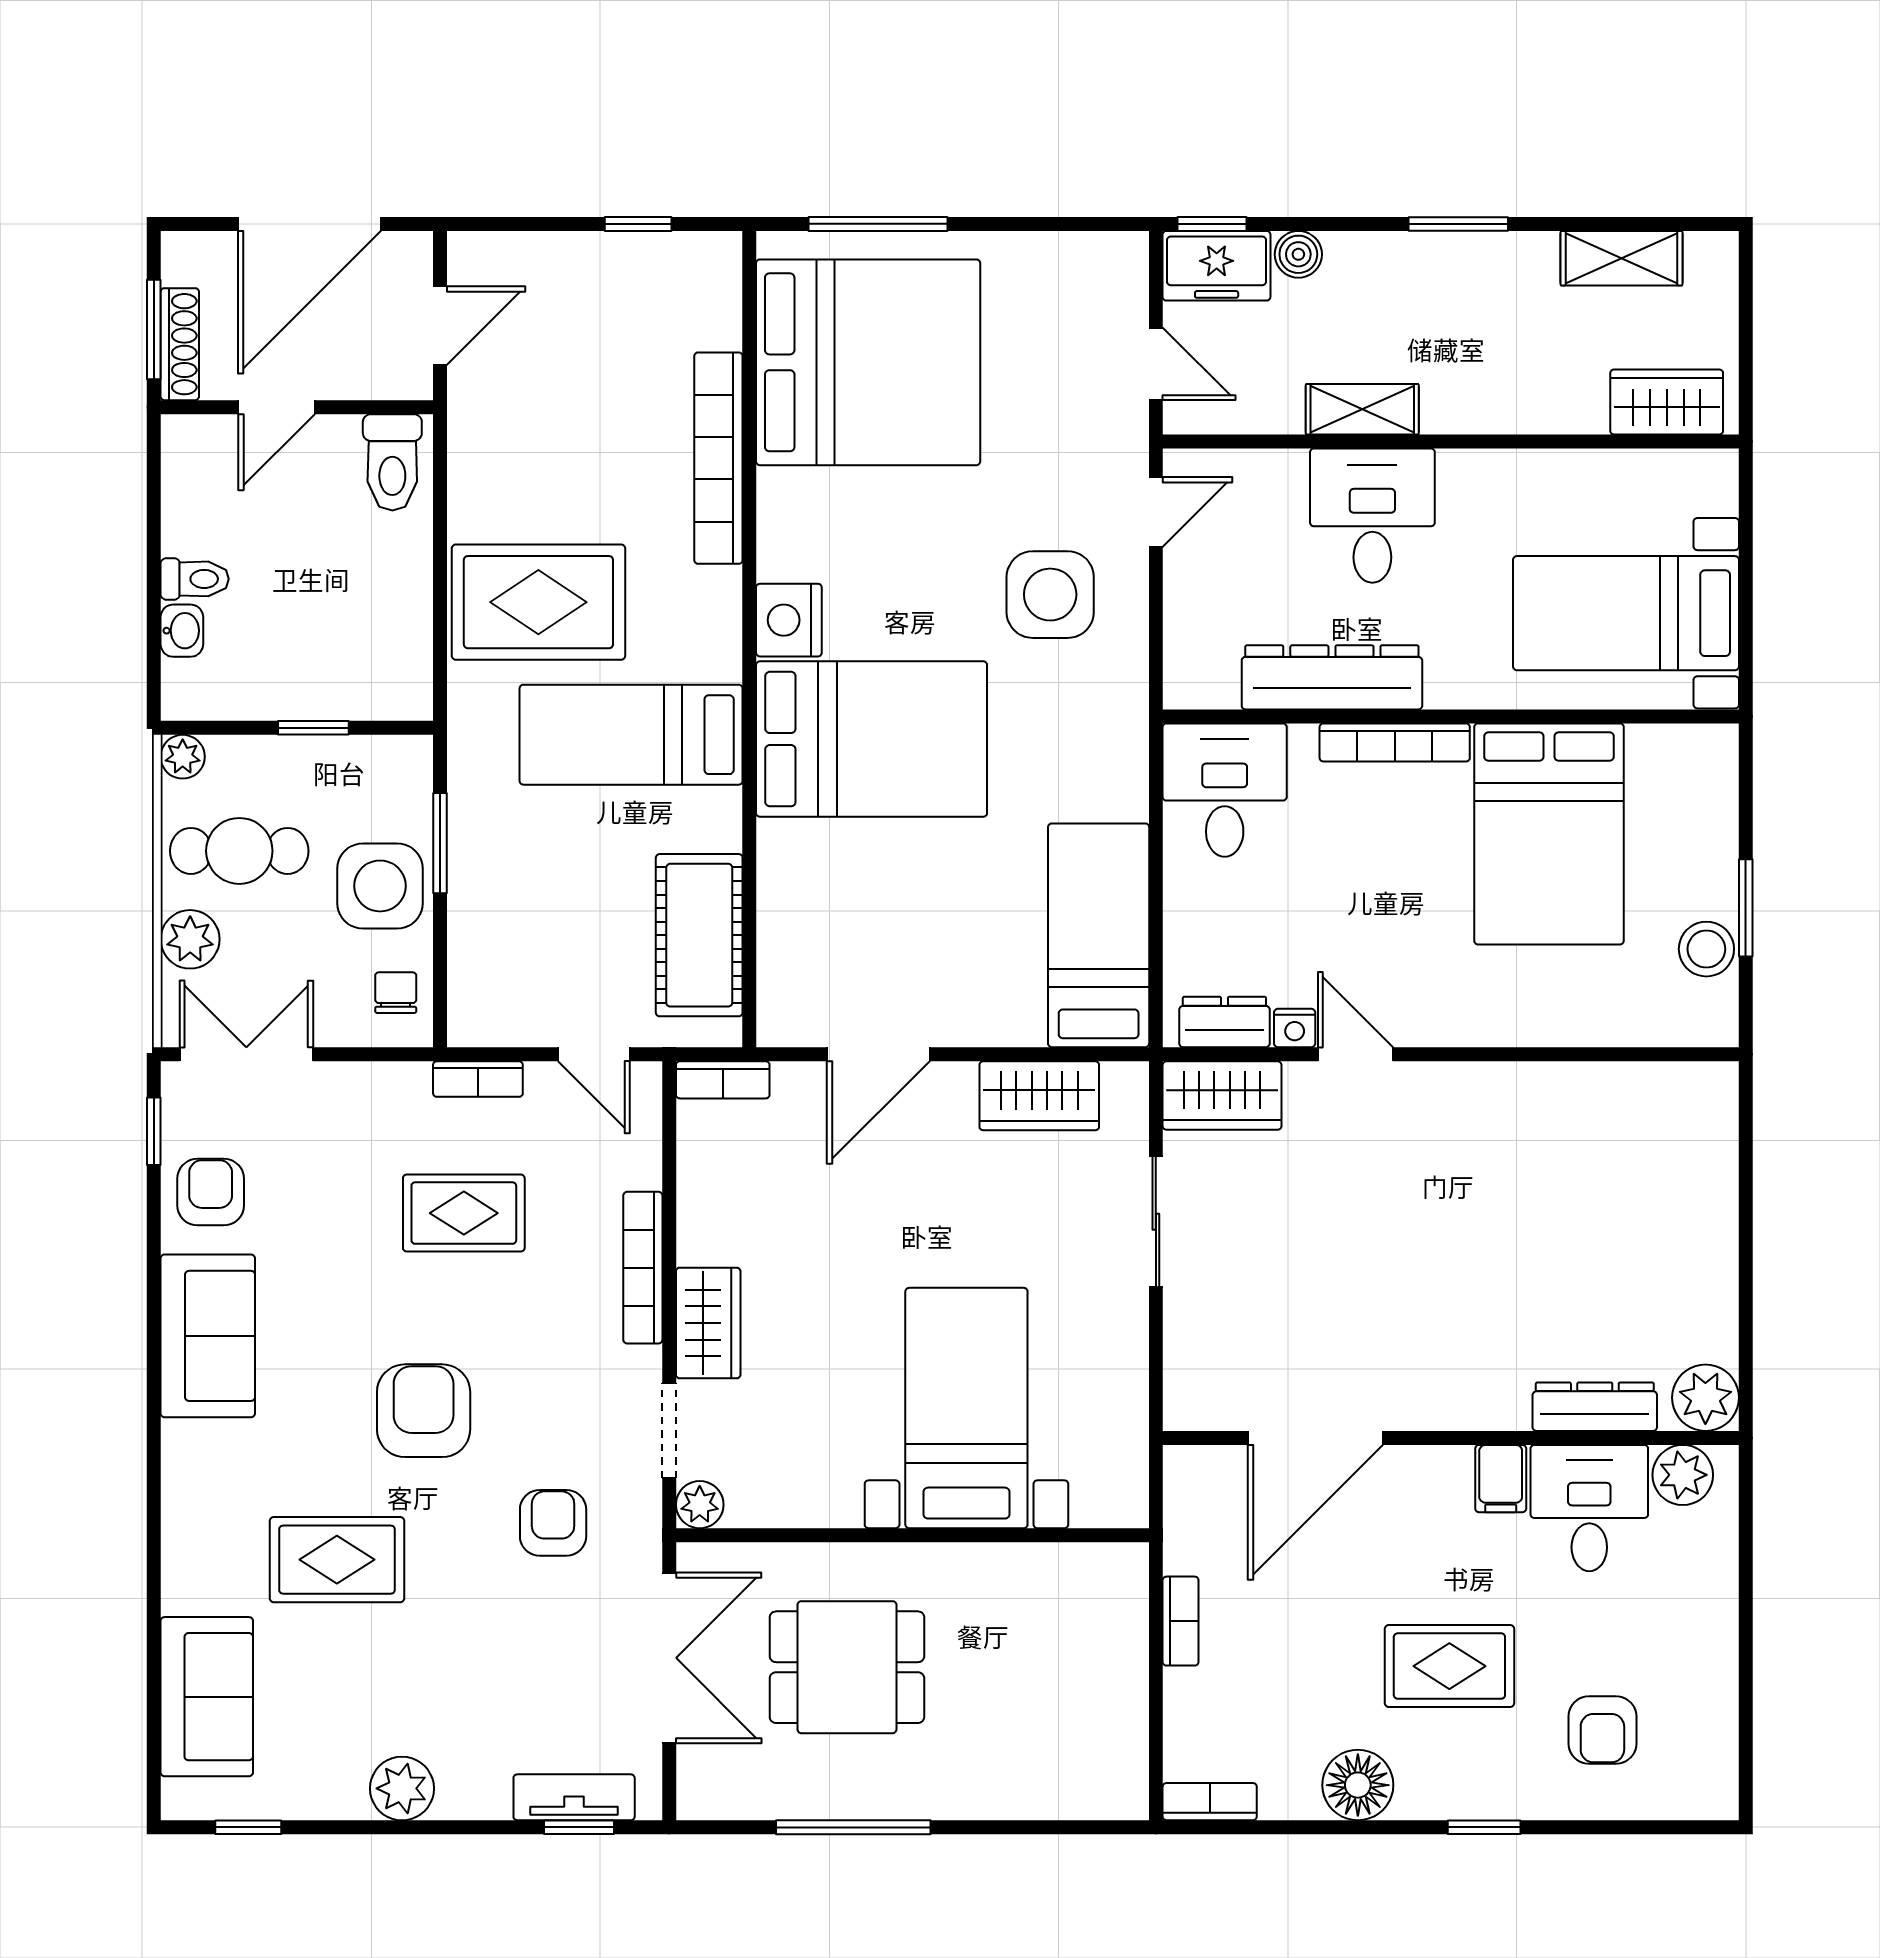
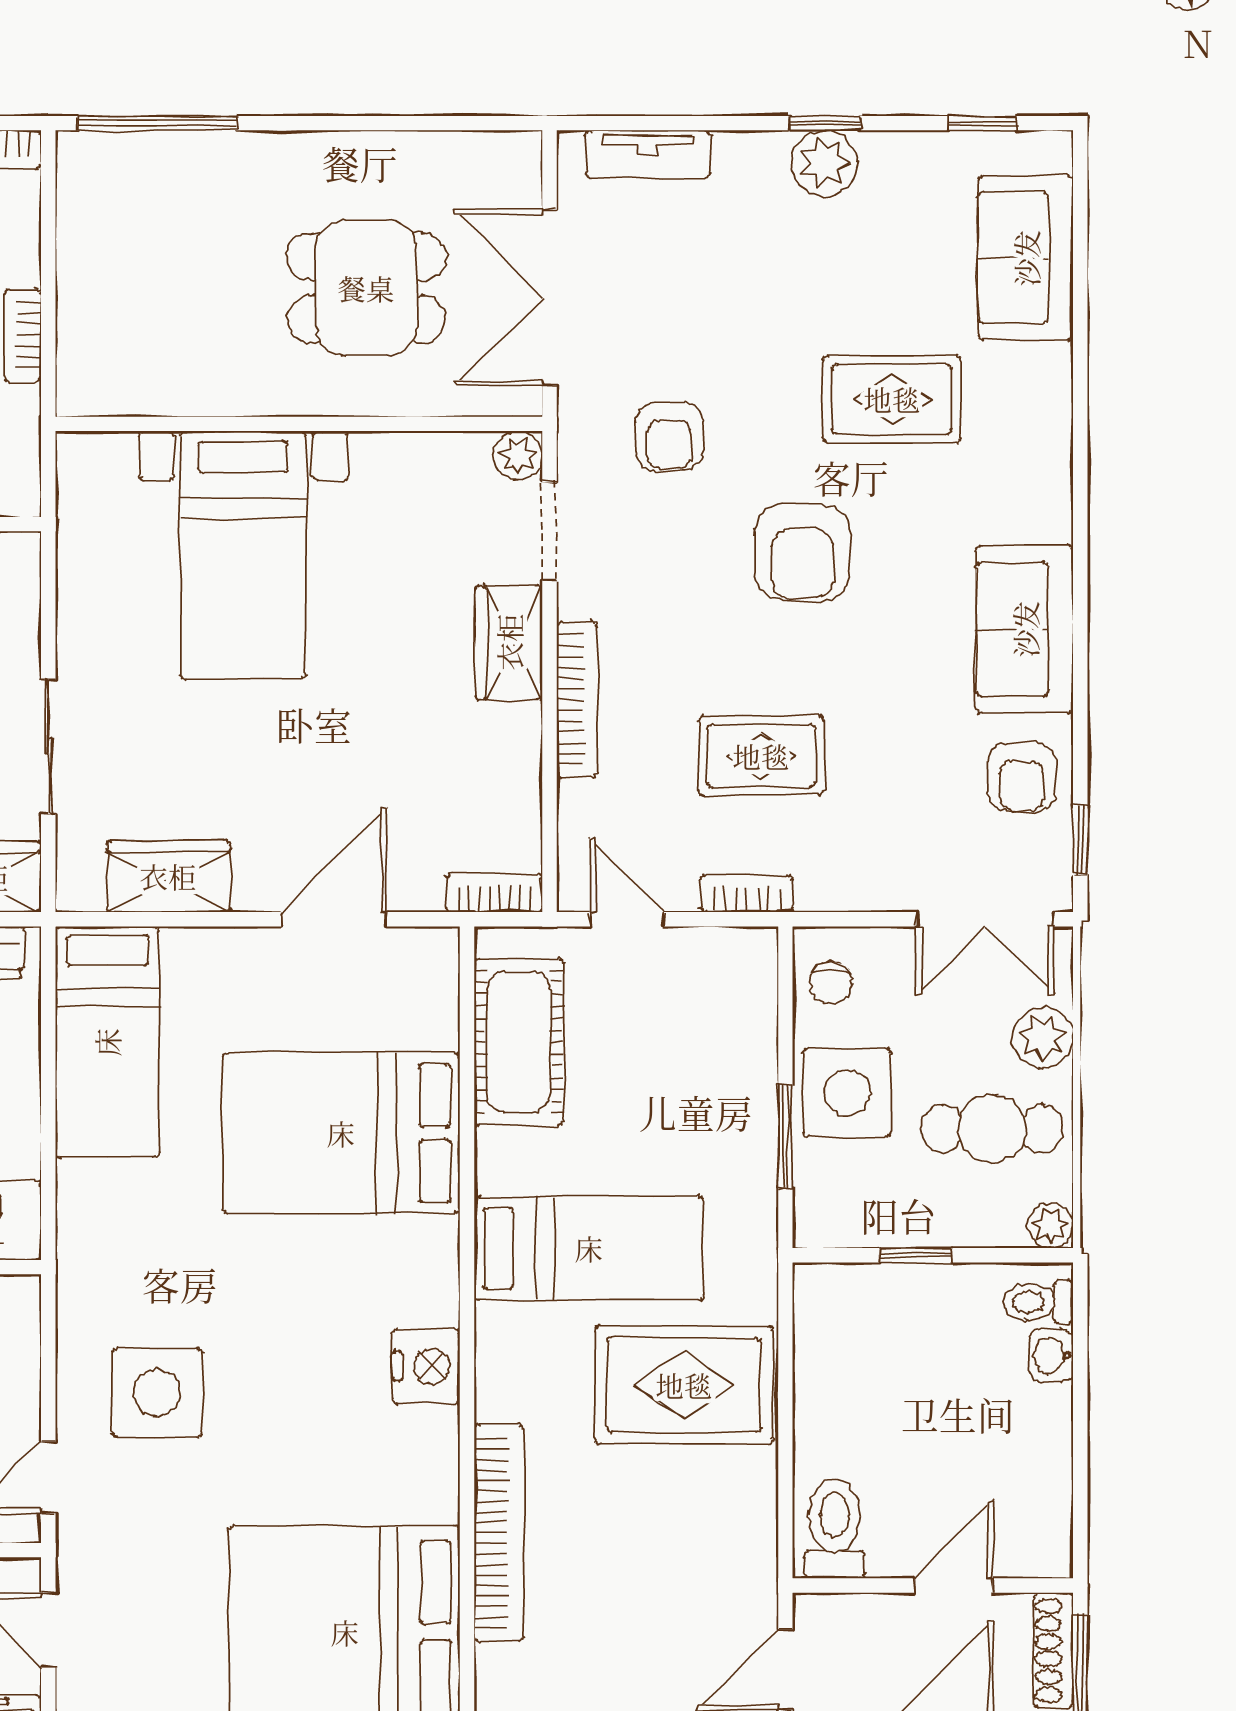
toilet: (195, 579) -> (1038, 1302), moved
bed: (872, 739) -> (341, 1133), moved
window: (579, 1827) -> (825, 123), moved
window: (853, 1827) -> (158, 123), moved

